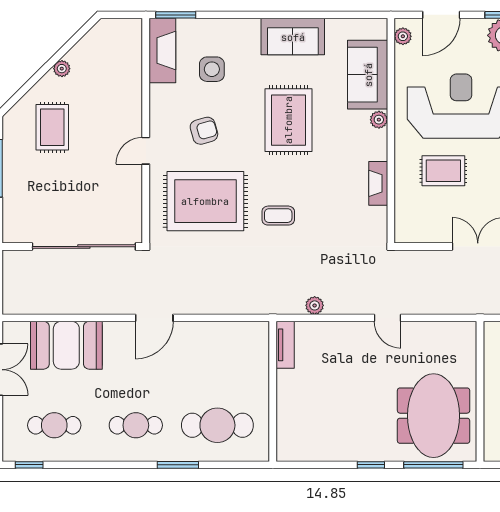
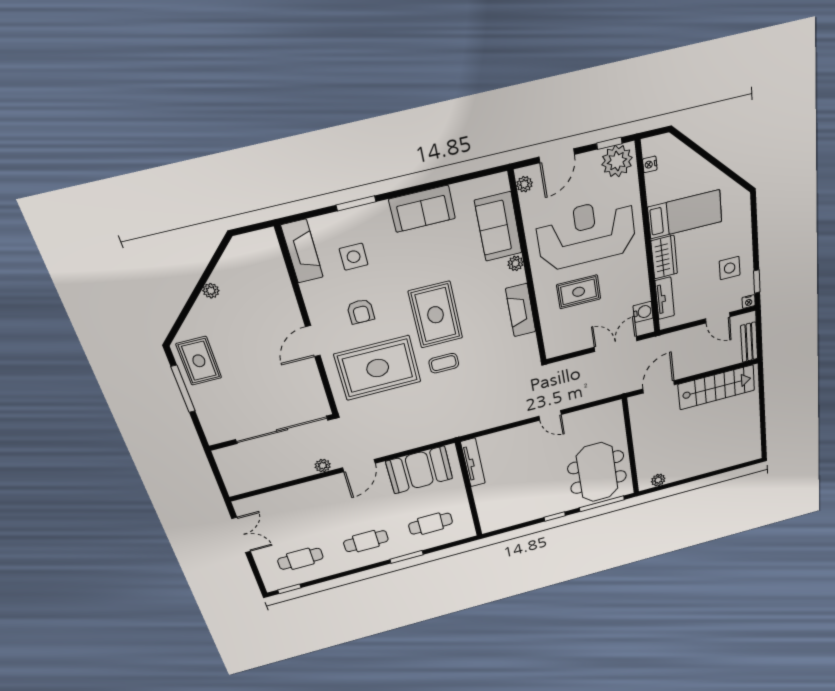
window: (176, 15) -> (356, 203), moved
rug: (288, 120) -> (436, 315), moved
rug: (52, 127) -> (199, 361), moved
armchair: (204, 131) -> (361, 311), turned 106
door: (146, 151) -> (313, 341), width x1.38
fireplace: (378, 183) -> (521, 310), width x1.37, depth x1.32
plant: (315, 305) -> (323, 466), moved
booth: (66, 345) -> (419, 470), moved
tv unit: (285, 345) -> (473, 462), width x1.41
cafe table: (217, 425) -> (431, 524), width x0.73, depth x0.74

